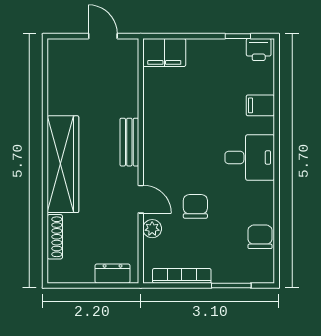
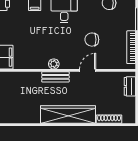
plant: (152, 229) -> (54, 64), moved

